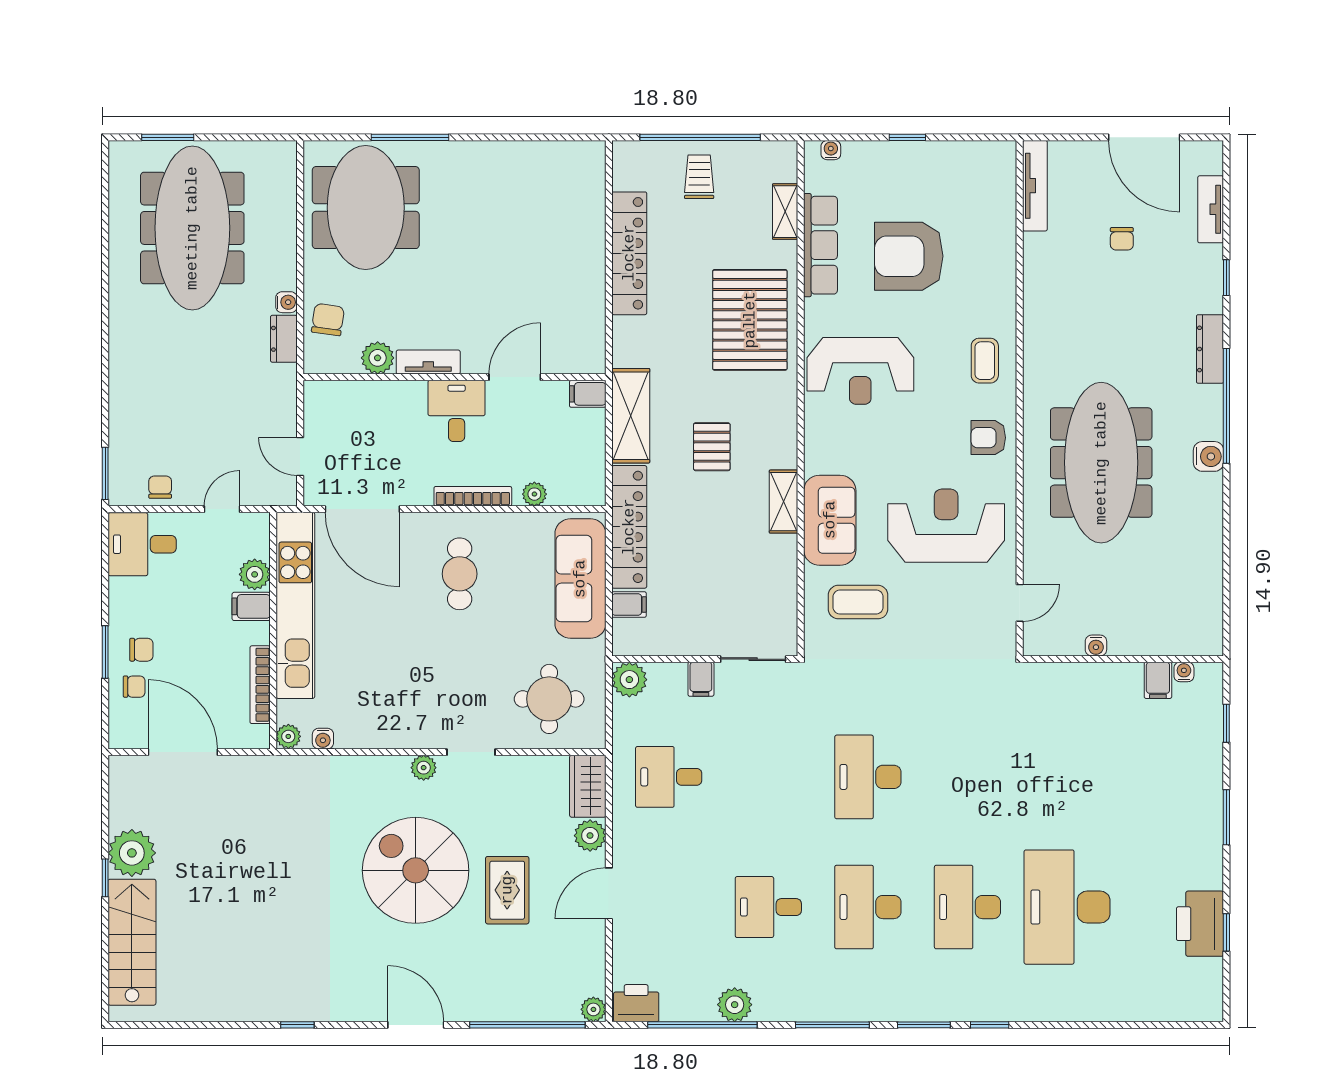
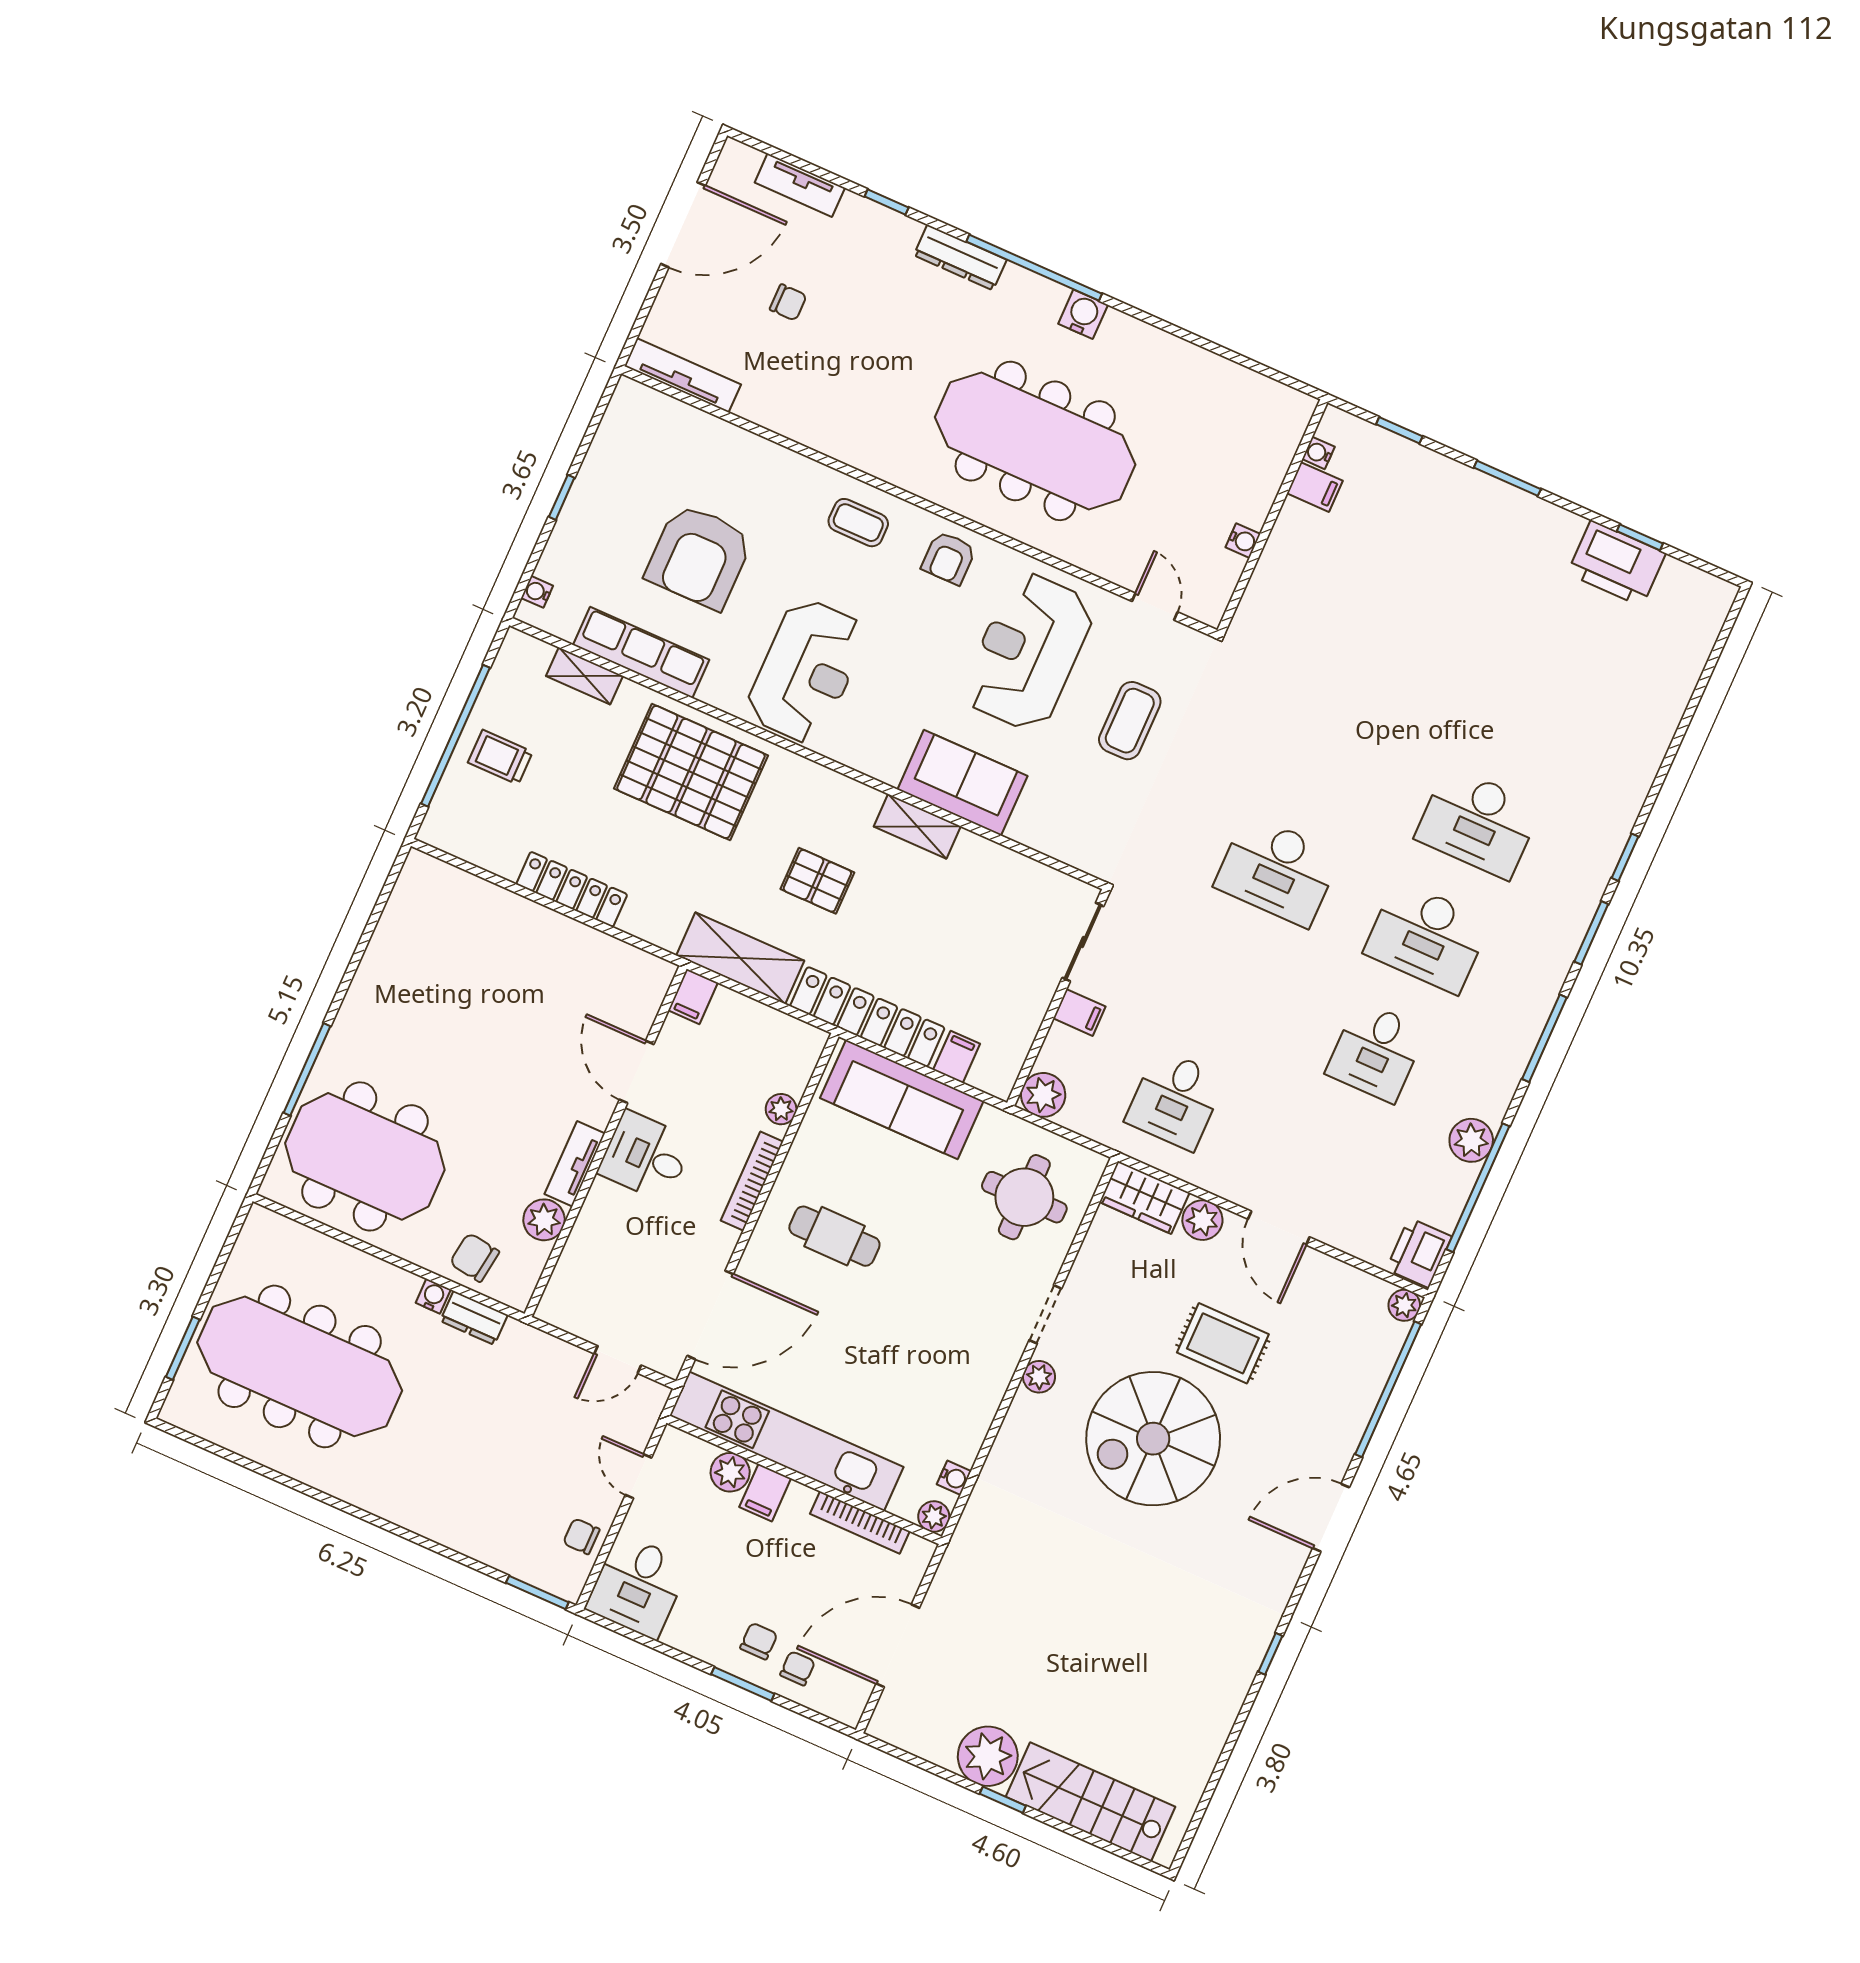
locker: (629, 253) -> (572, 889), width x0.71, depth x0.83
coffee table: (858, 602) -> (1130, 721), moved
desk: (1067, 907) -> (1529, 708), removed

